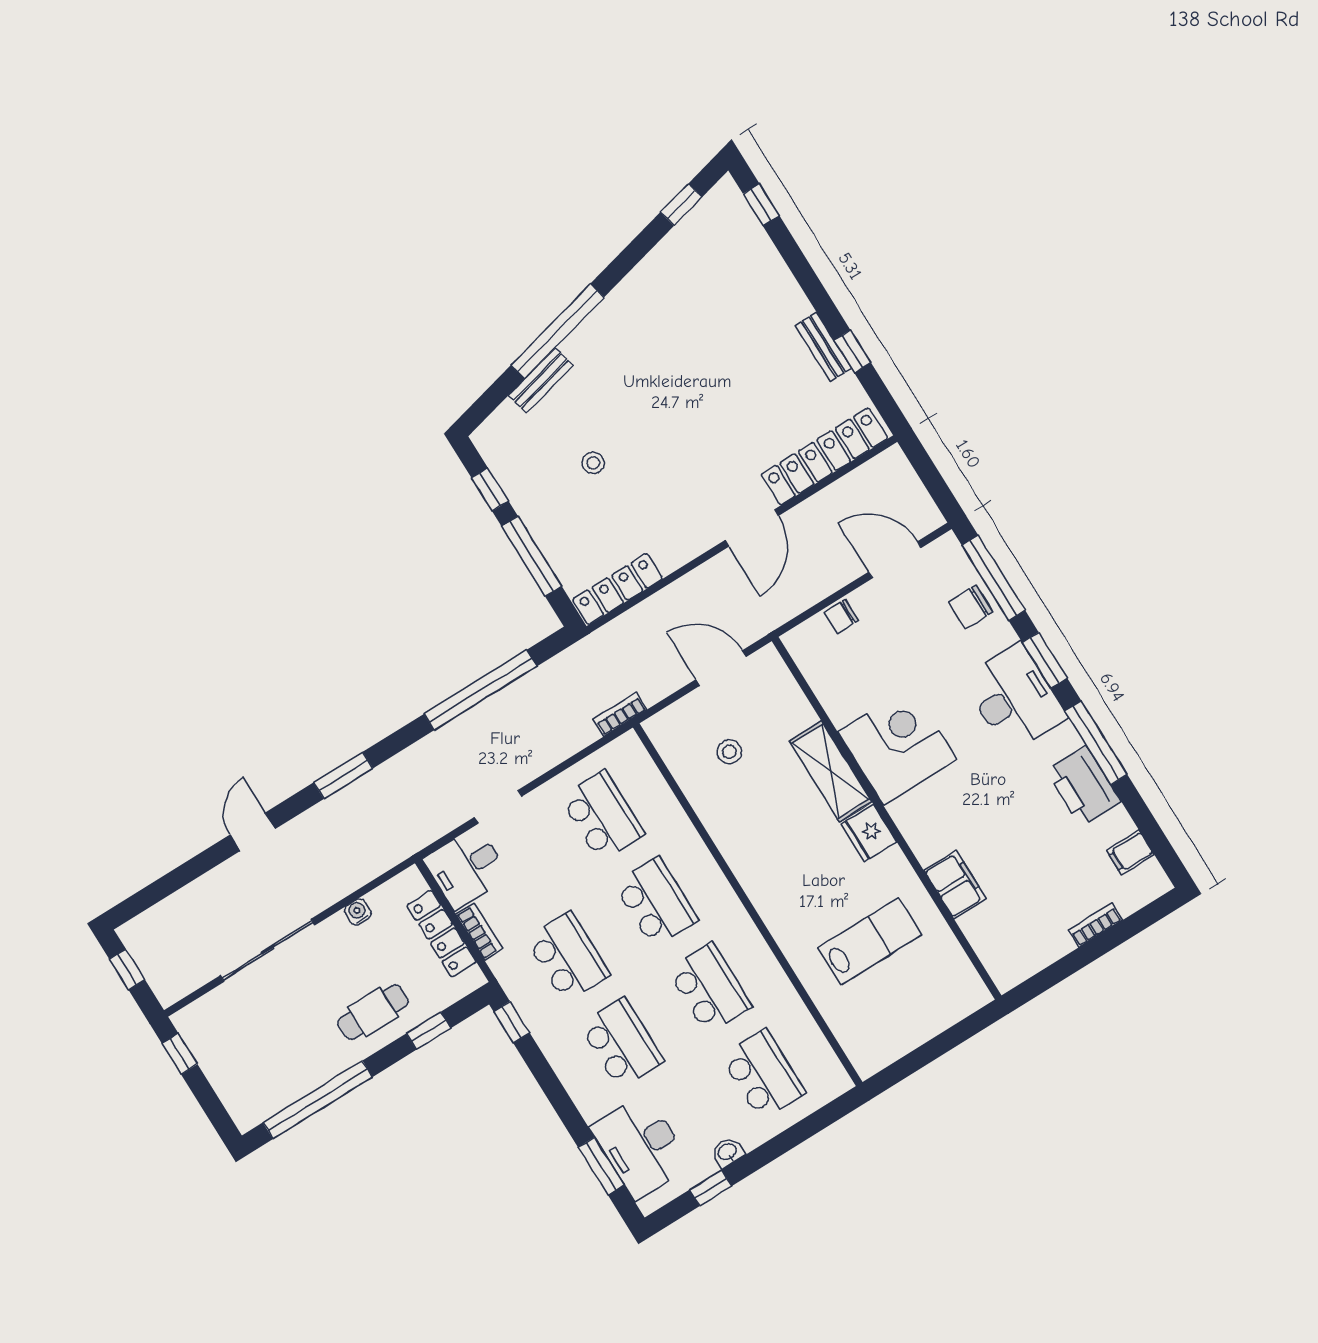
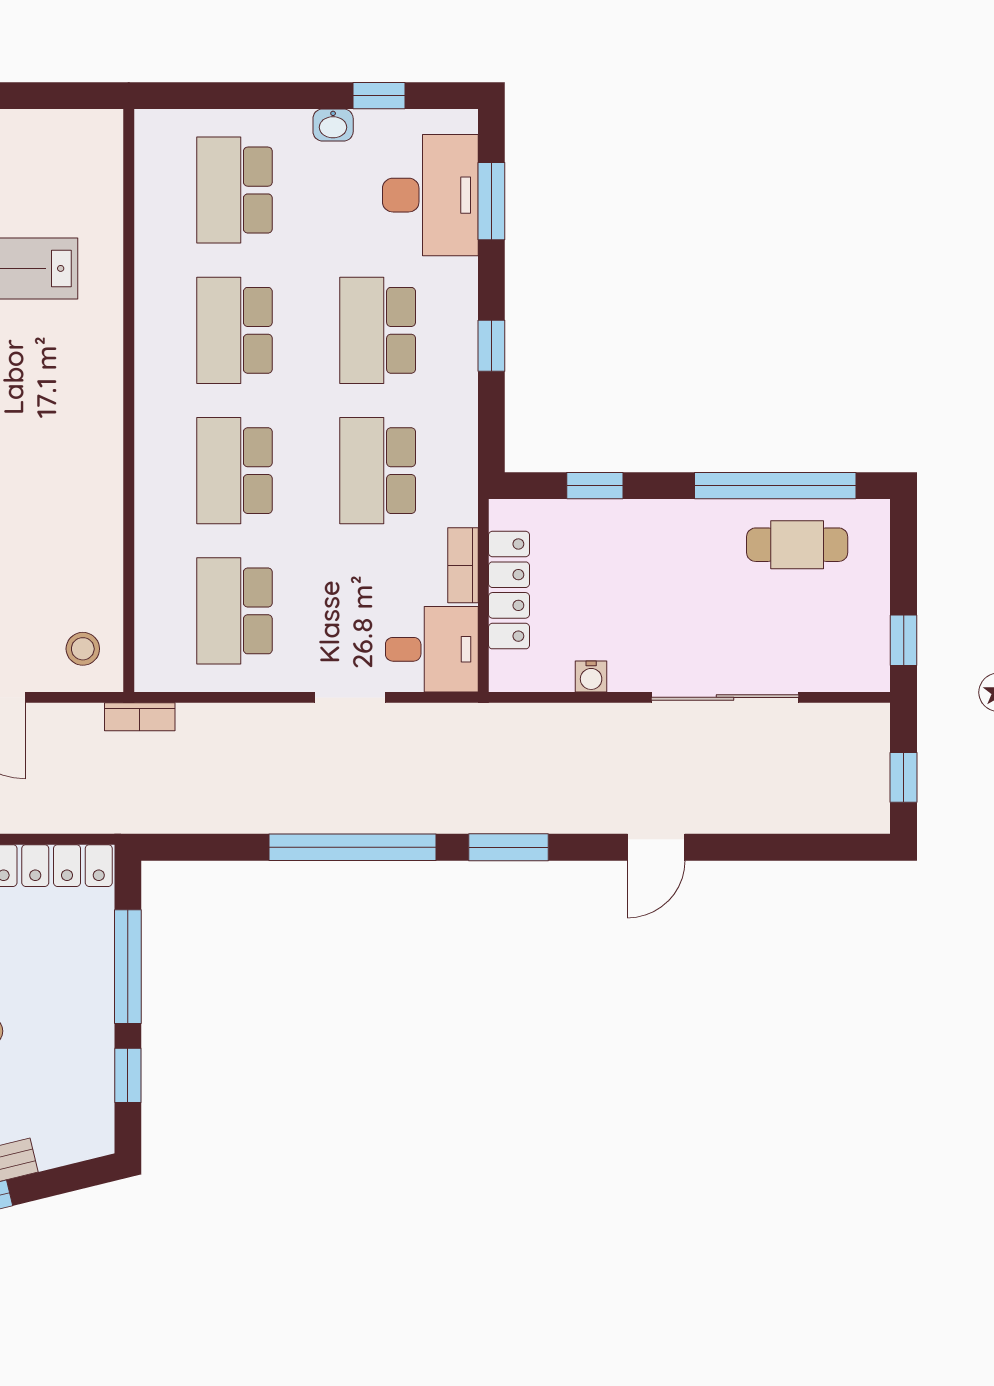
window: (480, 690) -> (352, 847), moved
stool: (729, 752) -> (83, 649), moved
cafe table: (373, 1012) -> (797, 545), moved
window: (512, 1022) -> (491, 346), moved

